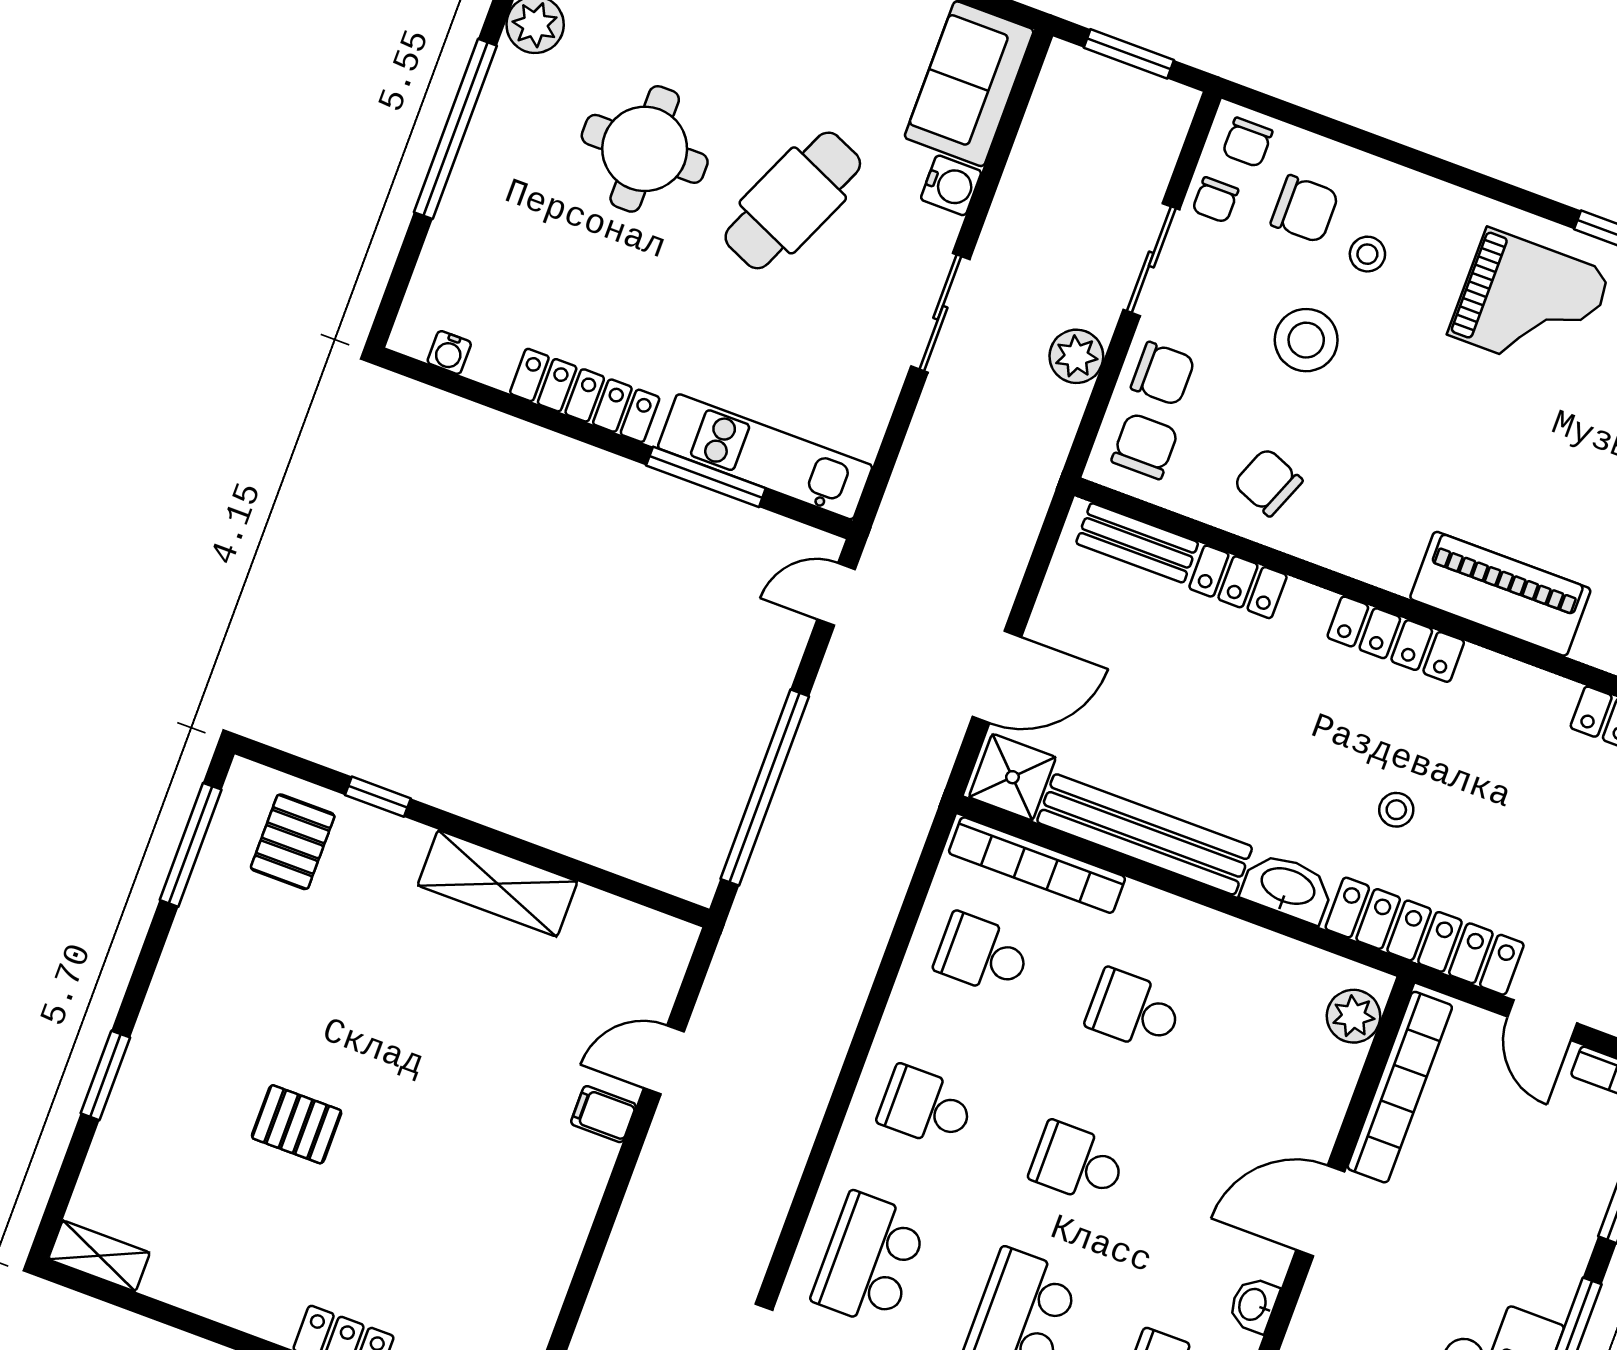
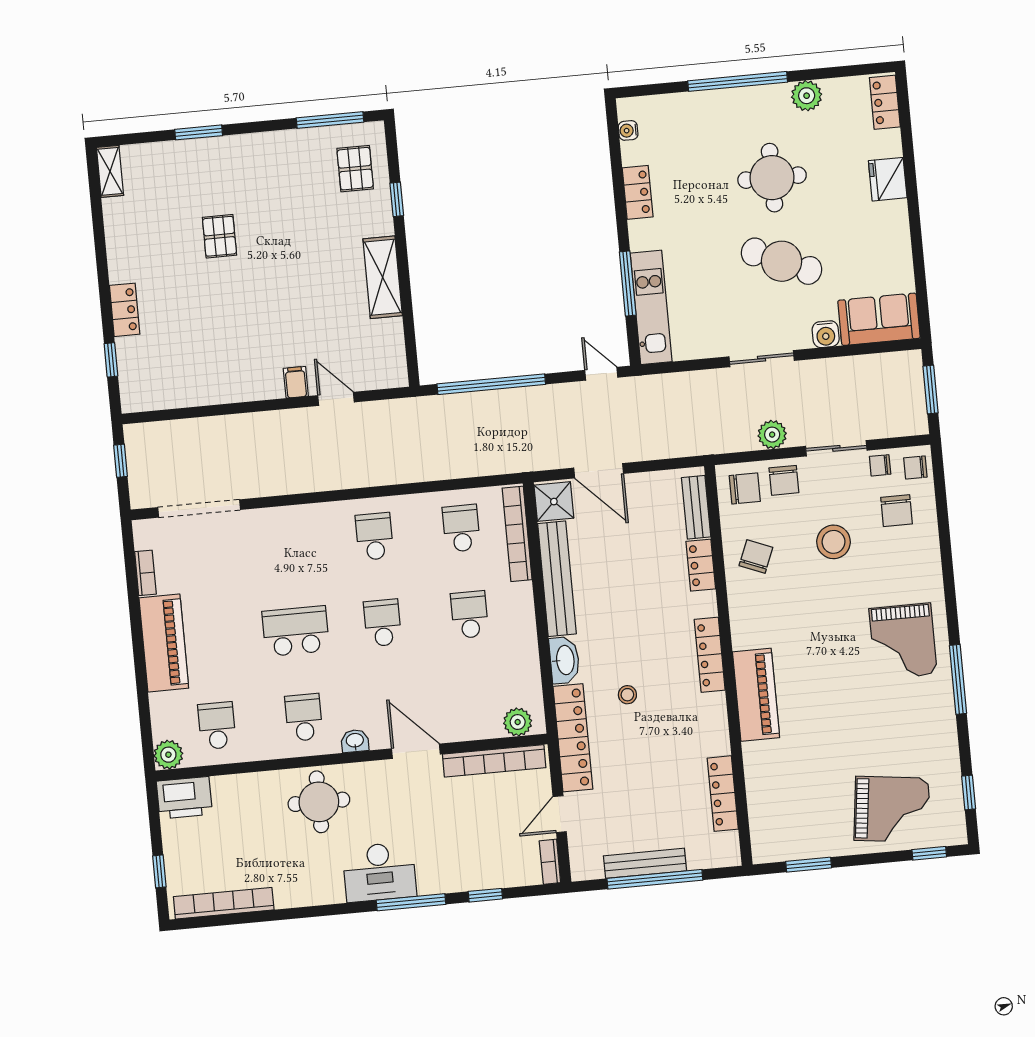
stool: (1367, 254) -> (889, 551), removed
locker: (585, 395) -> (638, 192), width x0.66
pallet: (293, 842) -> (355, 169), turned 90
school desk: (870, 1259) -> (287, 545), removed

